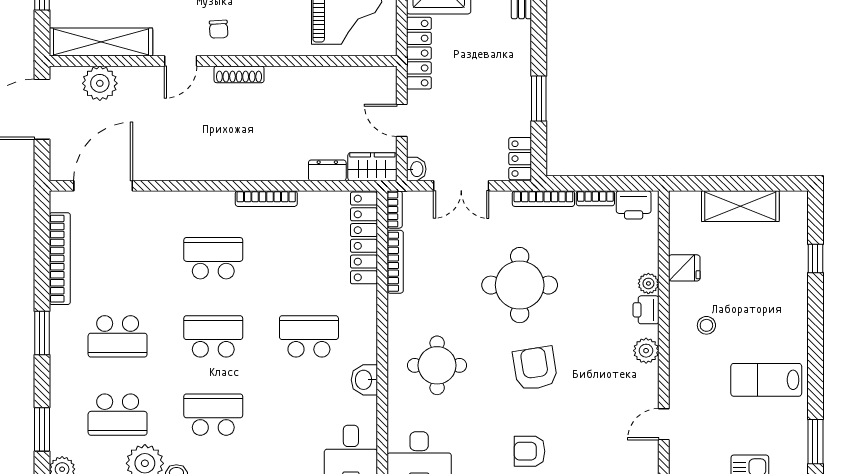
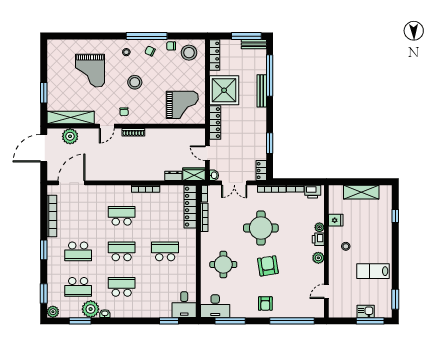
washbasin: (364, 380) -> (190, 271), removed
armchair: (529, 451) -> (265, 304), turned -90

